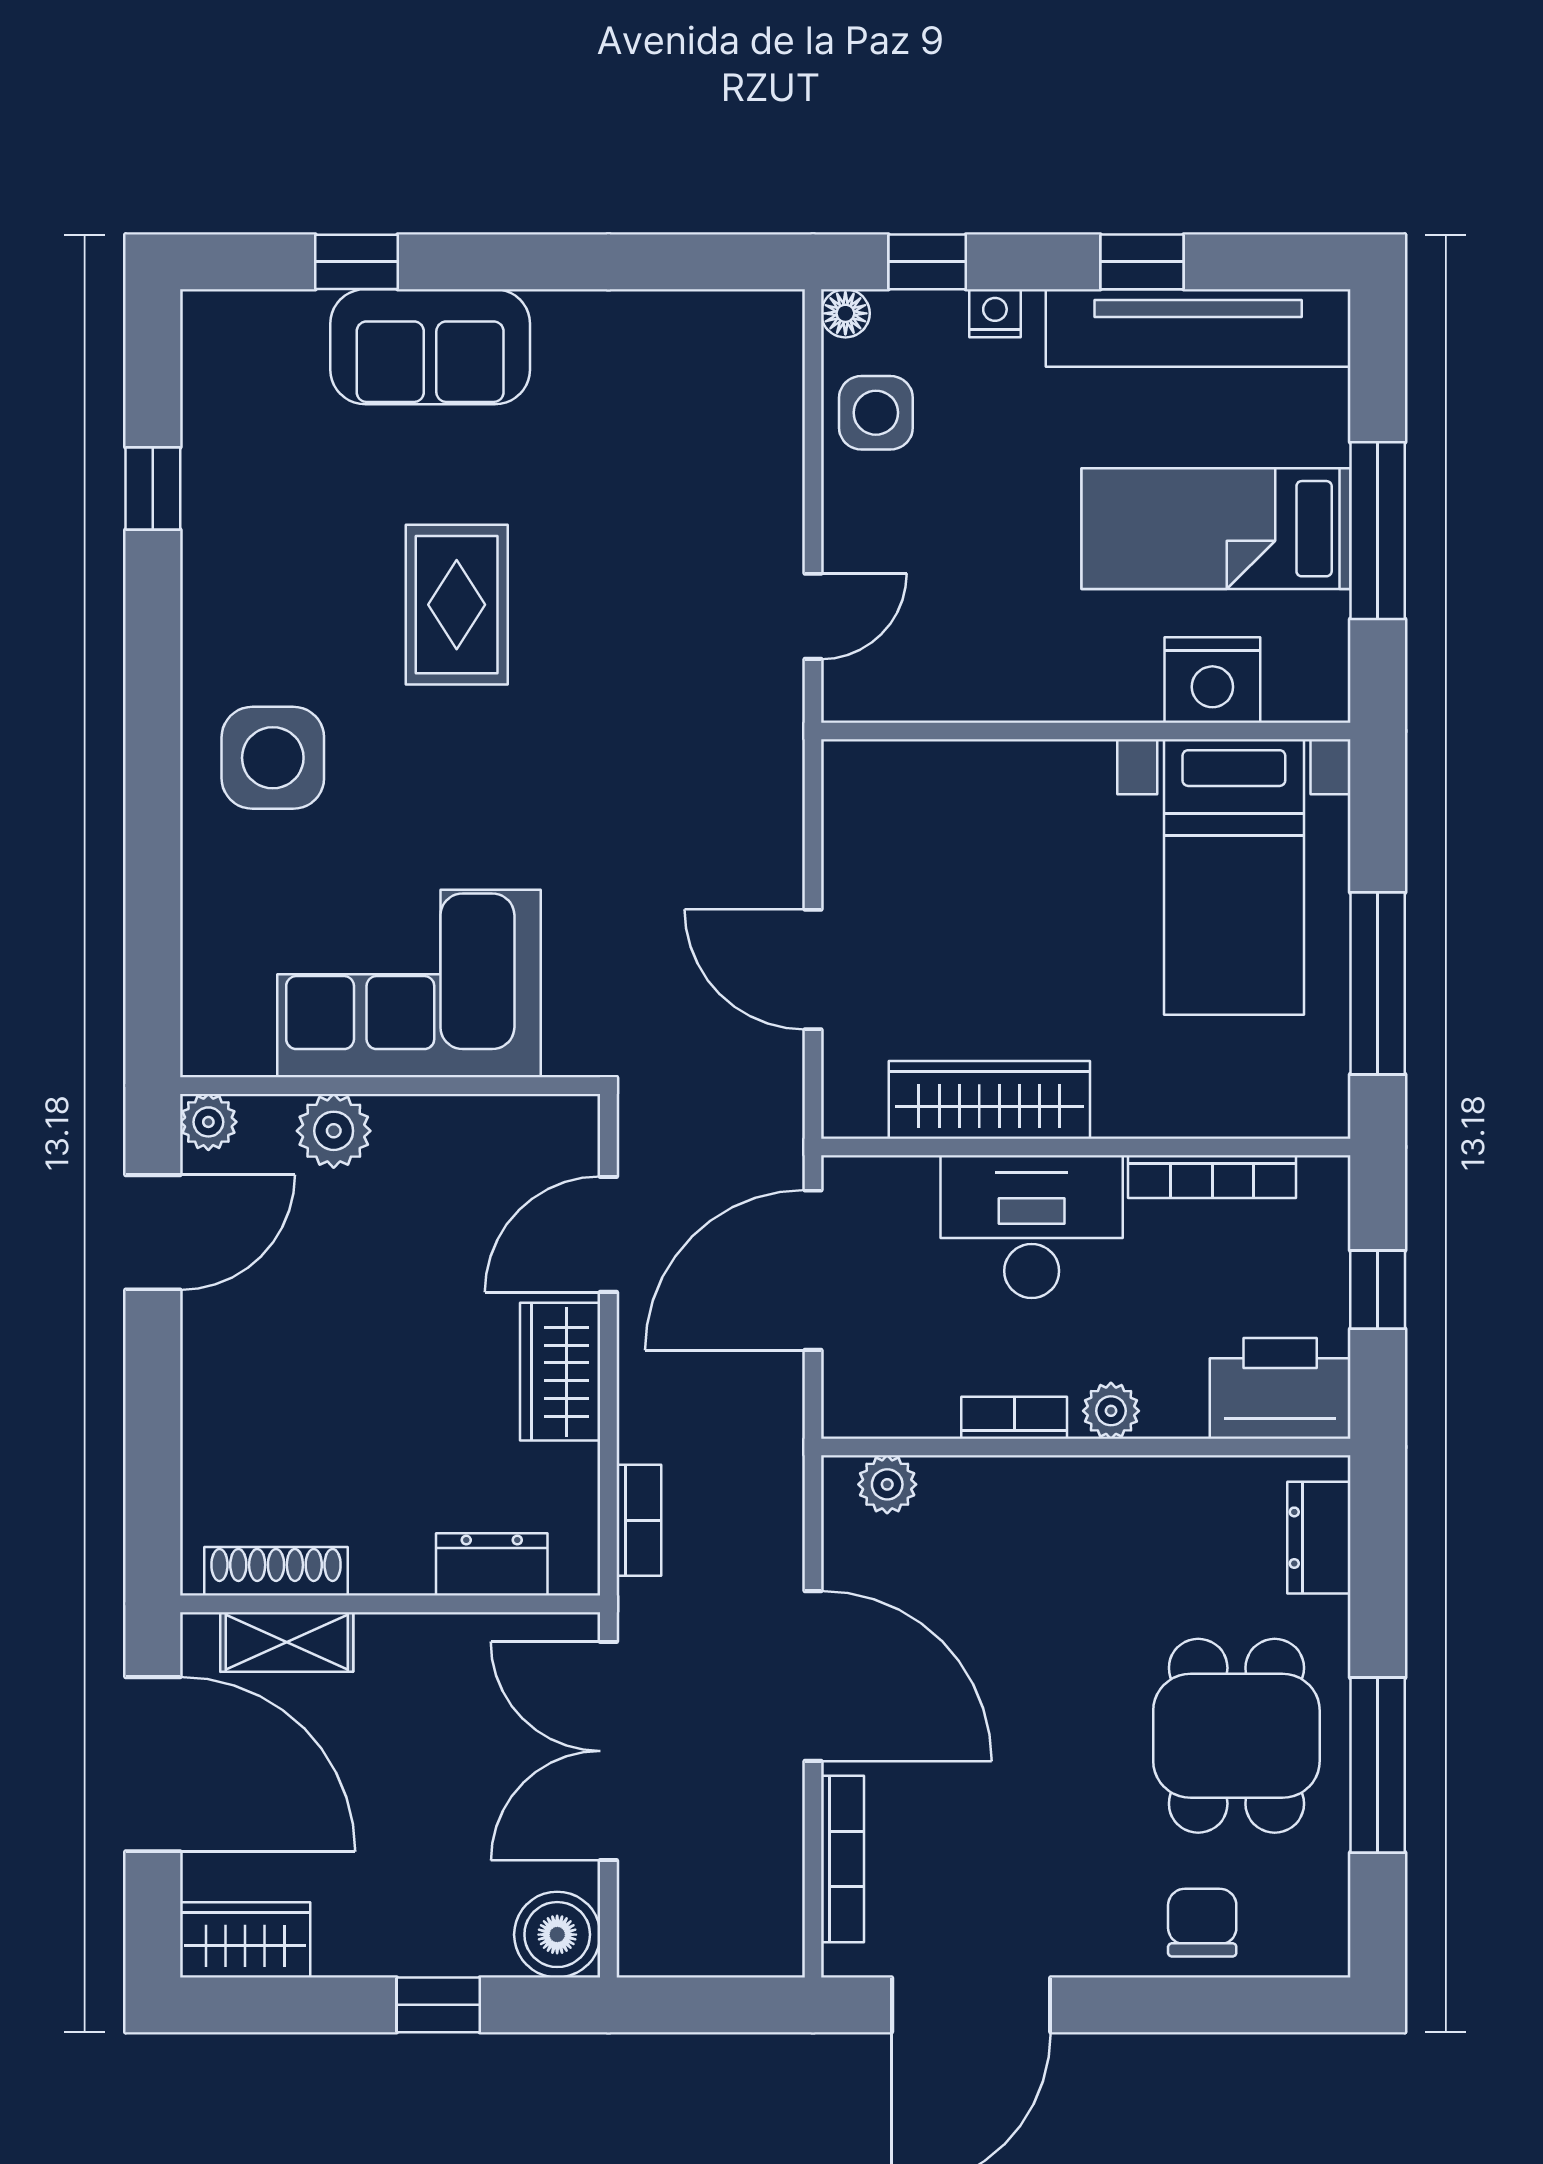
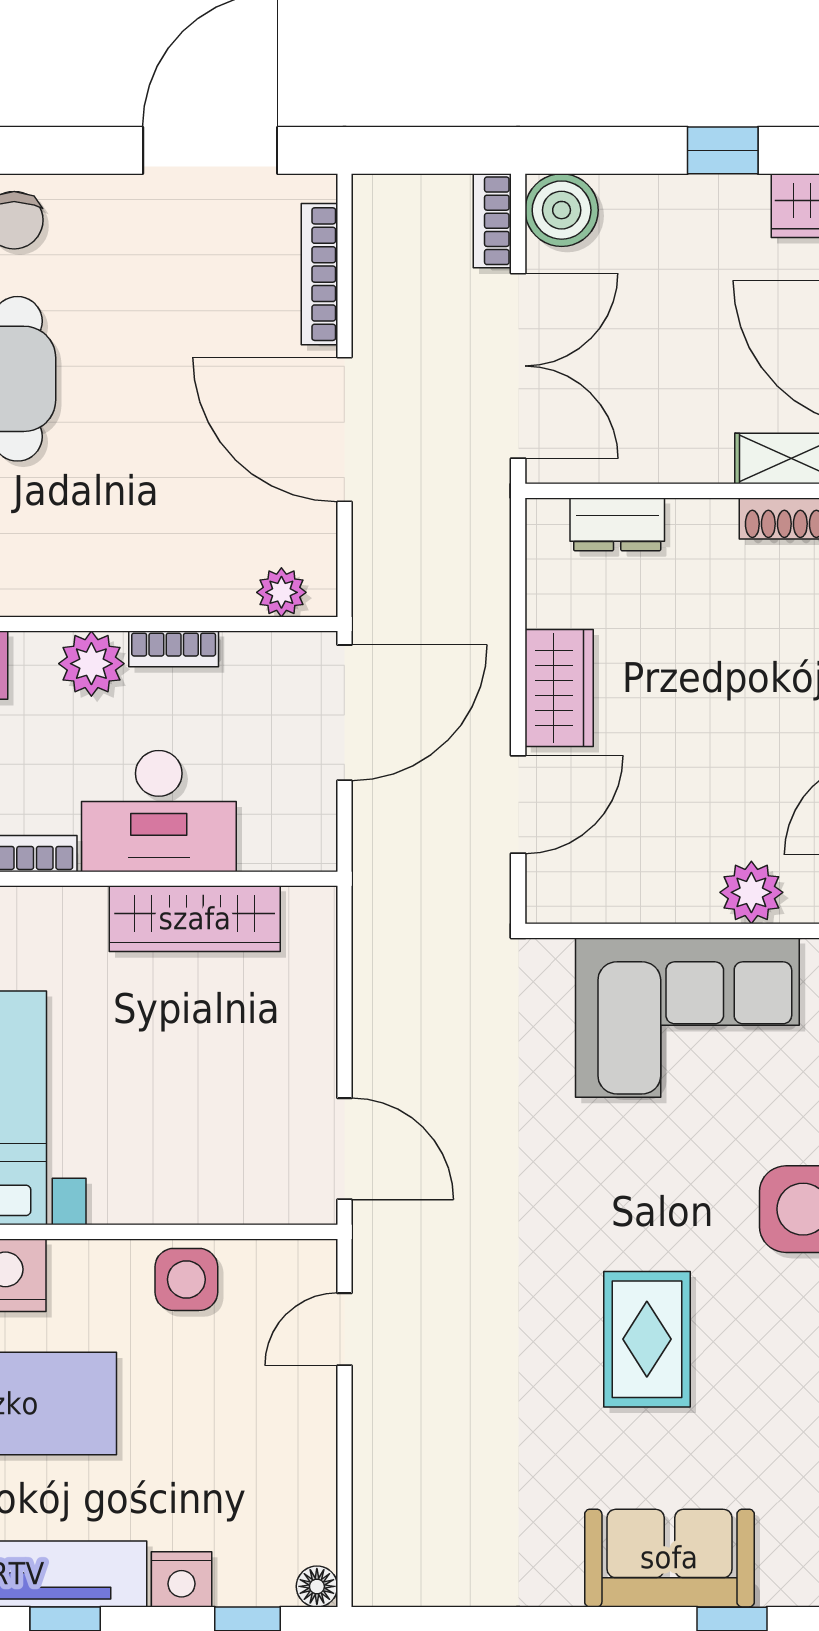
nightstand: (995, 313) -> (182, 1579), width x1.39, depth x1.35
side table: (876, 413) -> (186, 1279), moved
door: (813, 970) -> (344, 1149), moved
door: (813, 1270) -> (344, 713), moved
plant: (1111, 1411) -> (91, 664), width x1.38, depth x1.38
bookcase: (639, 1520) -> (492, 221), moved
window: (438, 2005) -> (723, 150), moved

